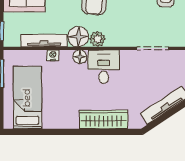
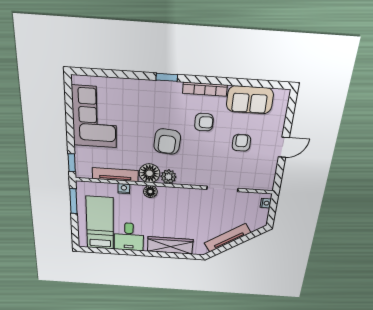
desk: (104, 67) -> (129, 237), moved, turned 180

